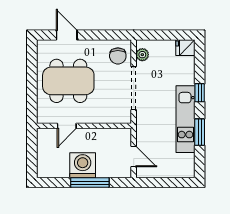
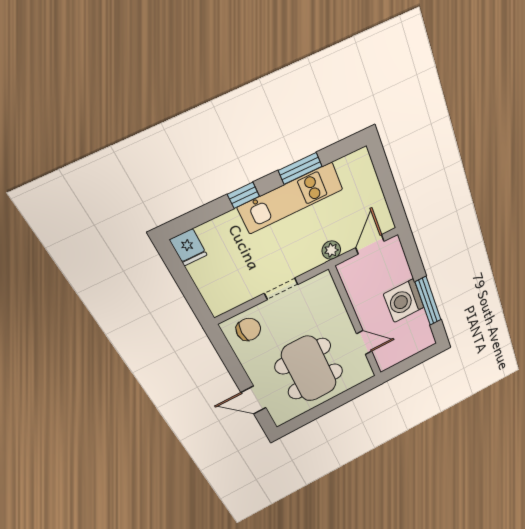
door: (67, 35) -> (254, 400), hinge flipped
plant: (142, 55) -> (331, 250), moved
doorway: (134, 88) -> (281, 289), width x0.53
window: (90, 183) -> (428, 301), moved

